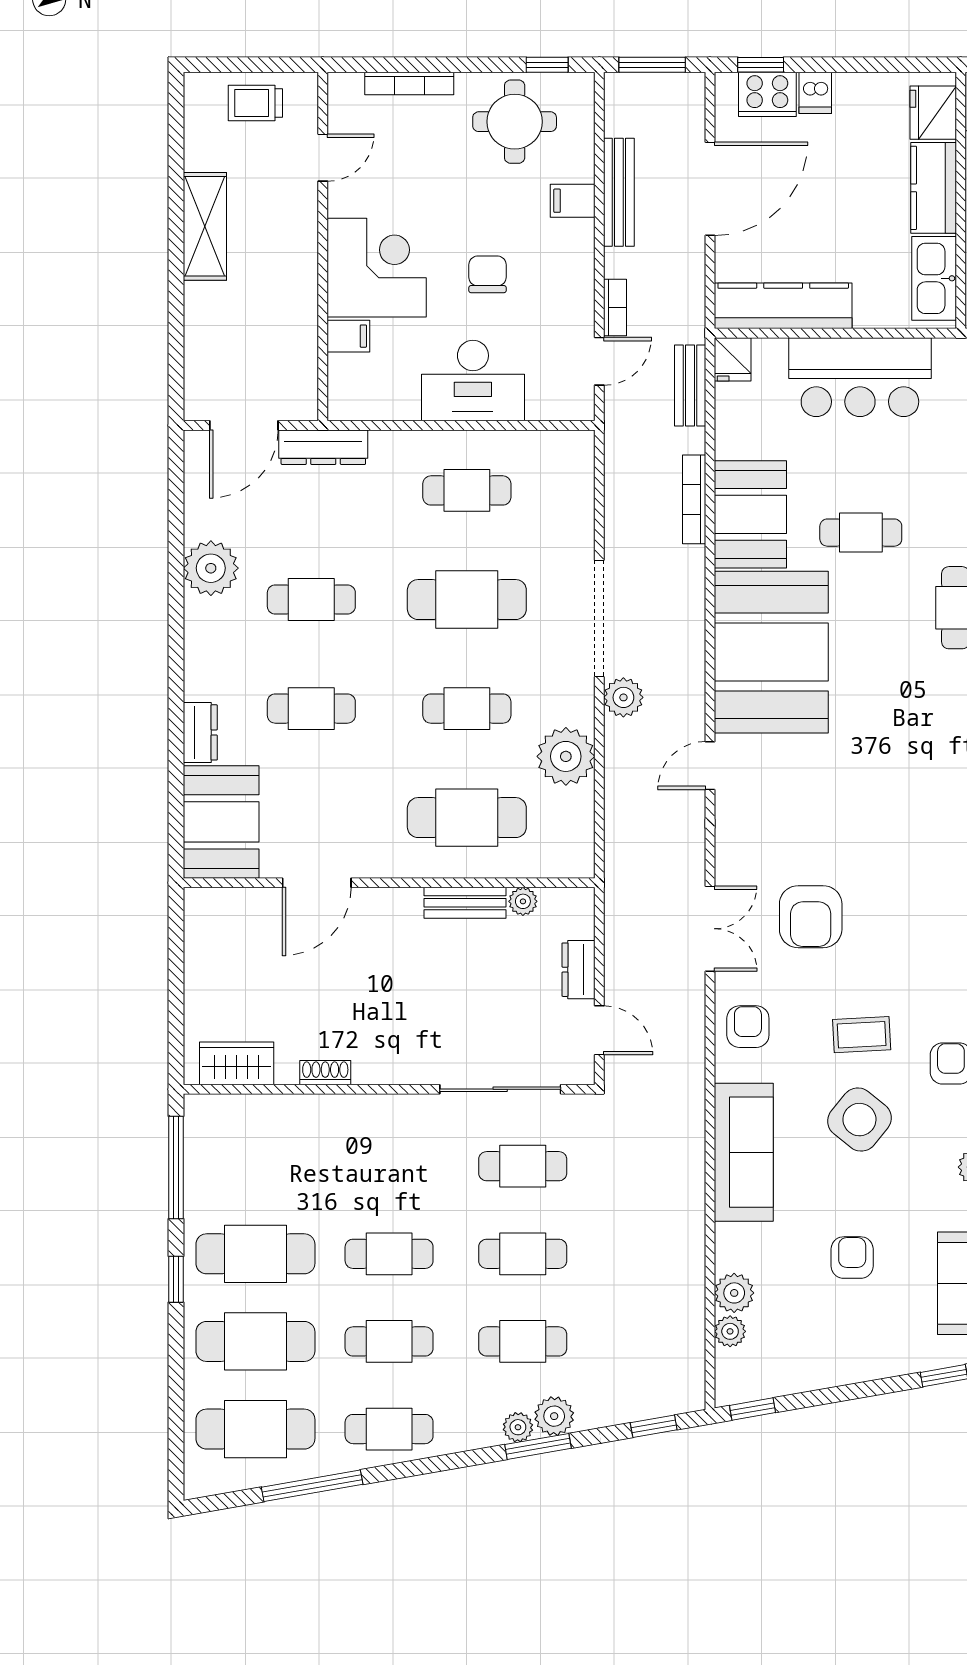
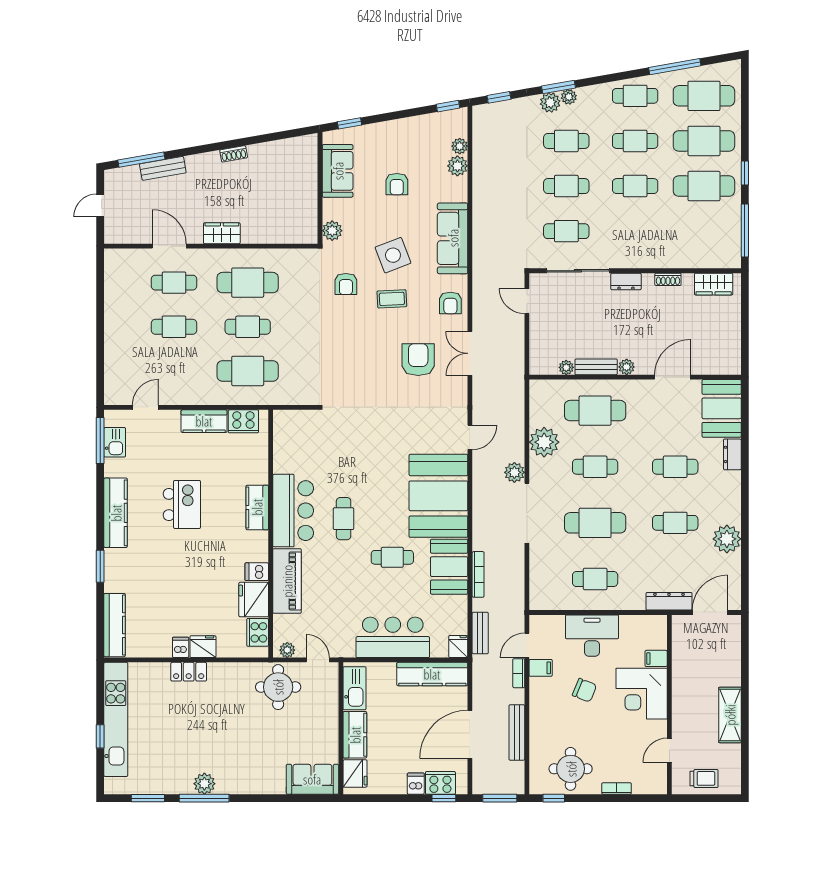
bookcase: (409, 83) -> (617, 789), width x0.64
filing cabinet: (573, 201) -> (541, 668), moved
chair: (487, 274) -> (584, 690), turned -68
plant: (406, 902) -> (627, 367), added
dresser: (578, 970) -> (626, 281), moved, turned 90
side table: (859, 1120) -> (393, 255), turned 30

